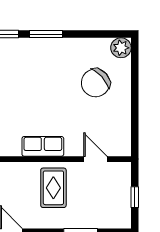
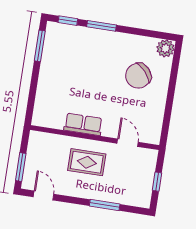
rug: (53, 188) -> (87, 162), turned 90

